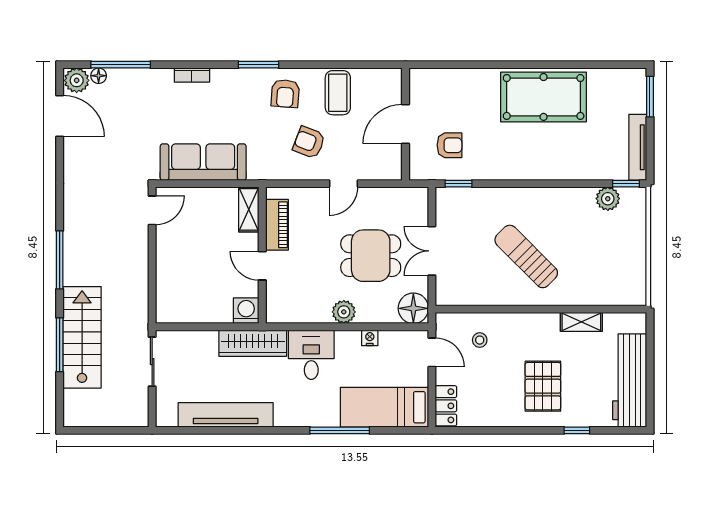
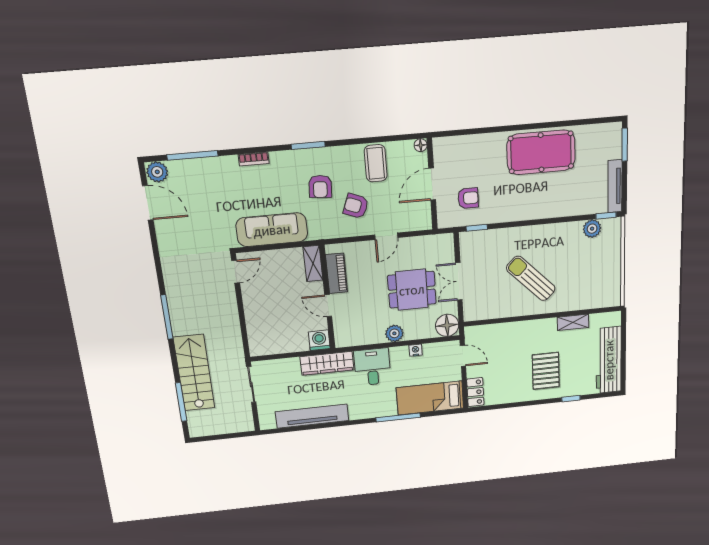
floor lamp: (99, 76) -> (421, 145), moved
armchair: (285, 94) -> (320, 186), moved
stool: (480, 340) -> (498, 343), removed
window: (60, 345) -> (181, 402), moved

